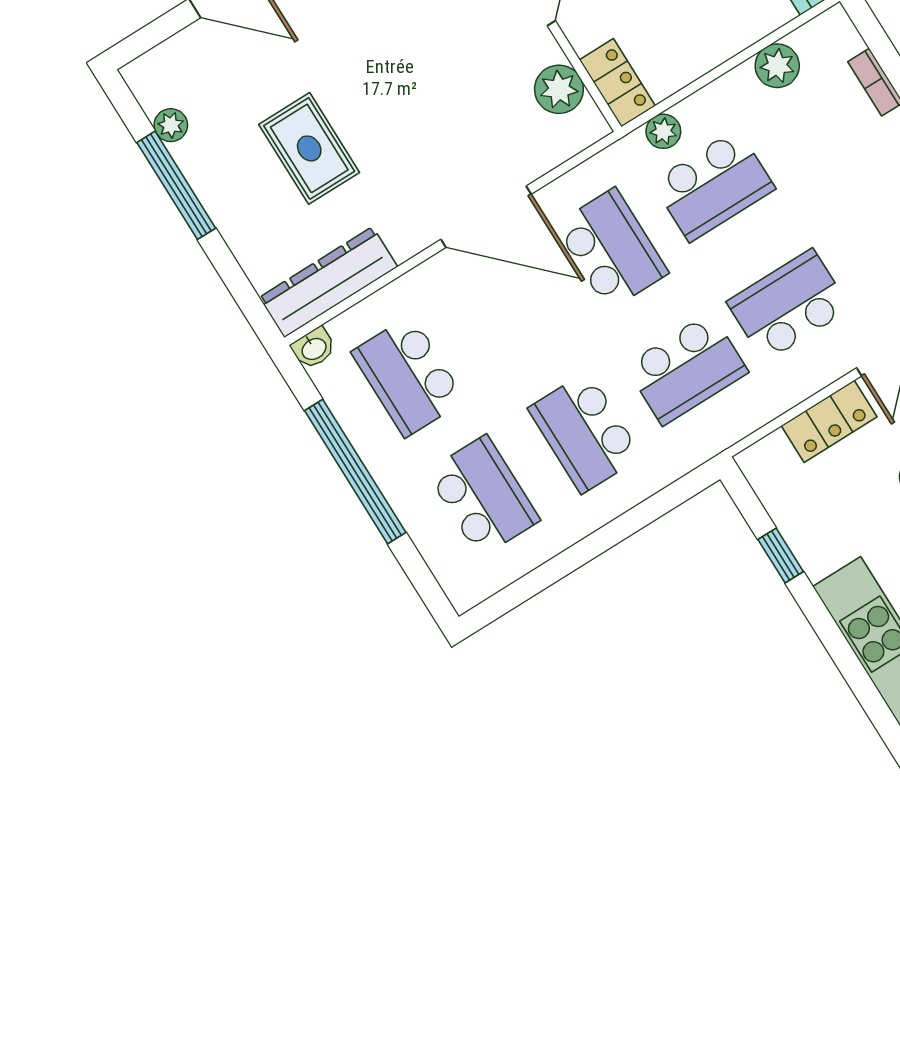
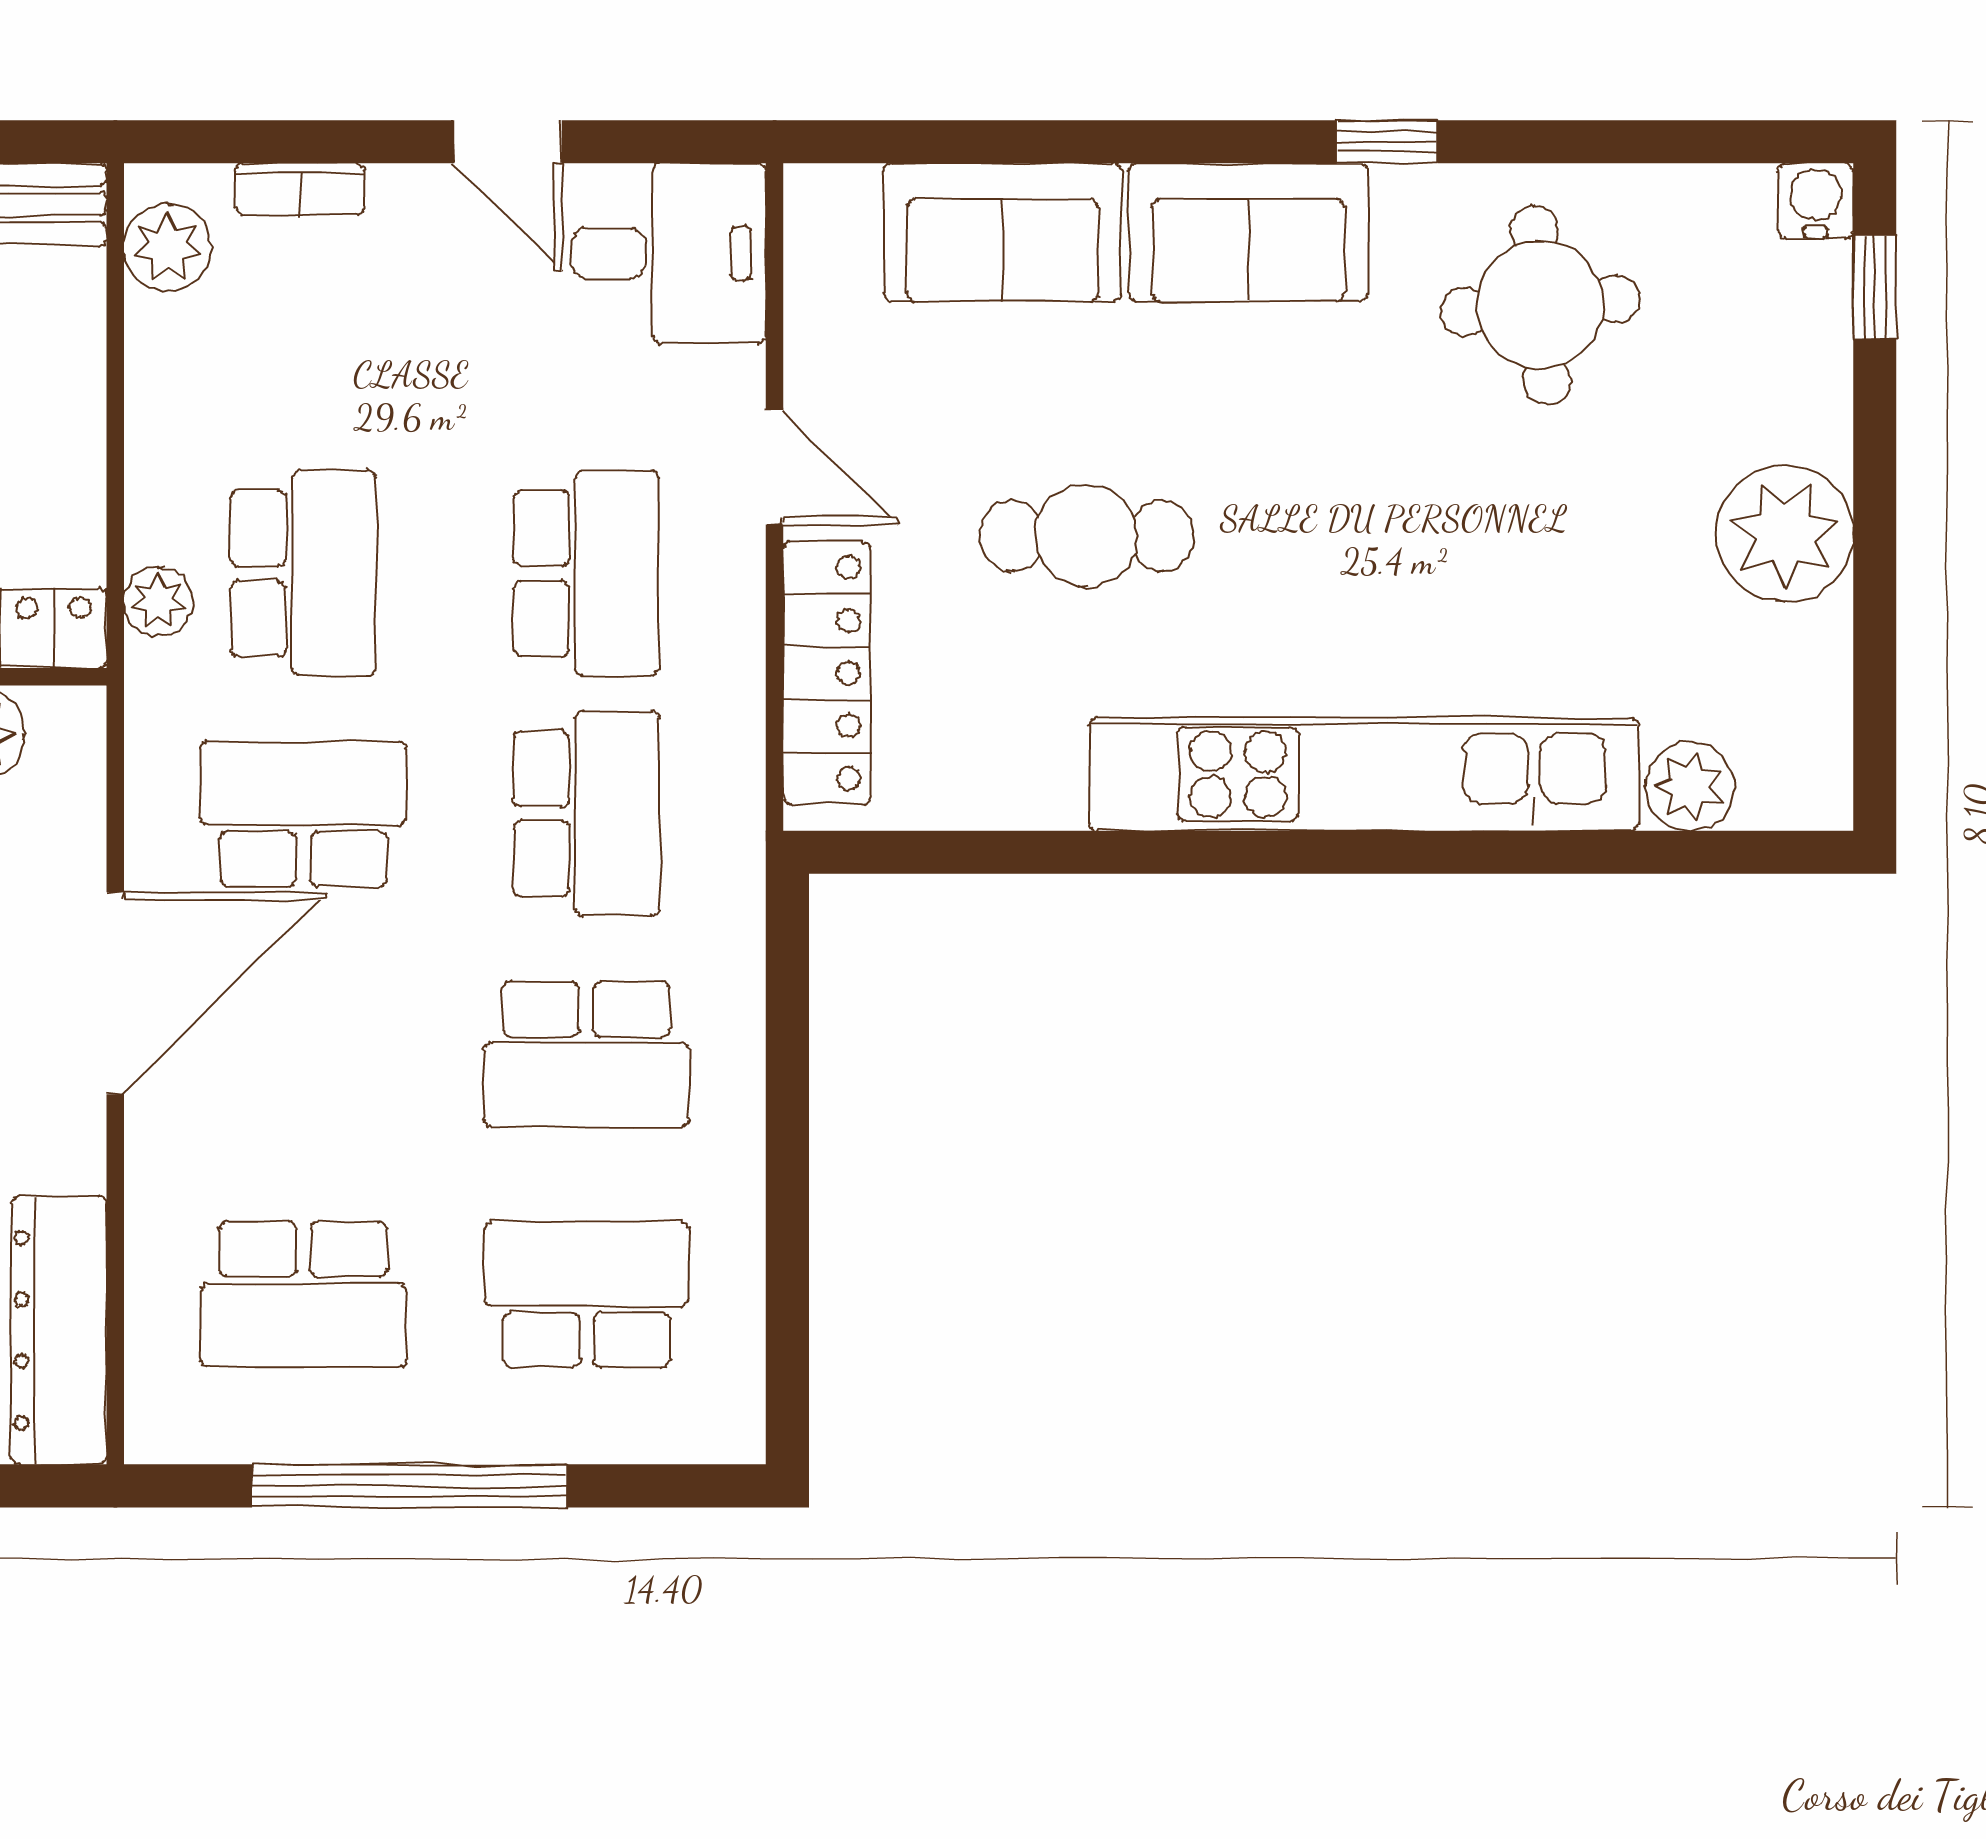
plant: (777, 66) -> (168, 248), moved
school desk: (788, 305) -> (586, 573), turned 180
washbasin: (314, 348) -> (155, 1426), removed
locker: (829, 421) -> (827, 673), width x1.53
window: (781, 556) -> (1003, 852), removed

